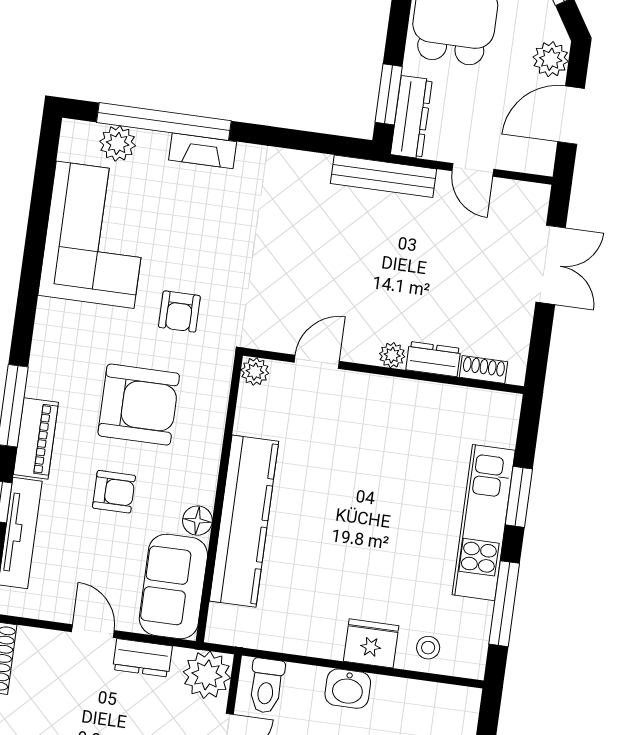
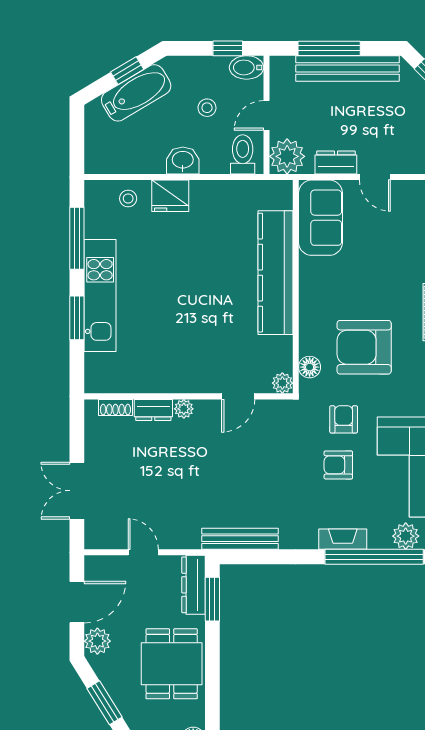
bench: (383, 176) -> (240, 539), moved
armchair: (114, 492) -> (338, 465), moved
floor lamp: (197, 521) -> (310, 367), moved

